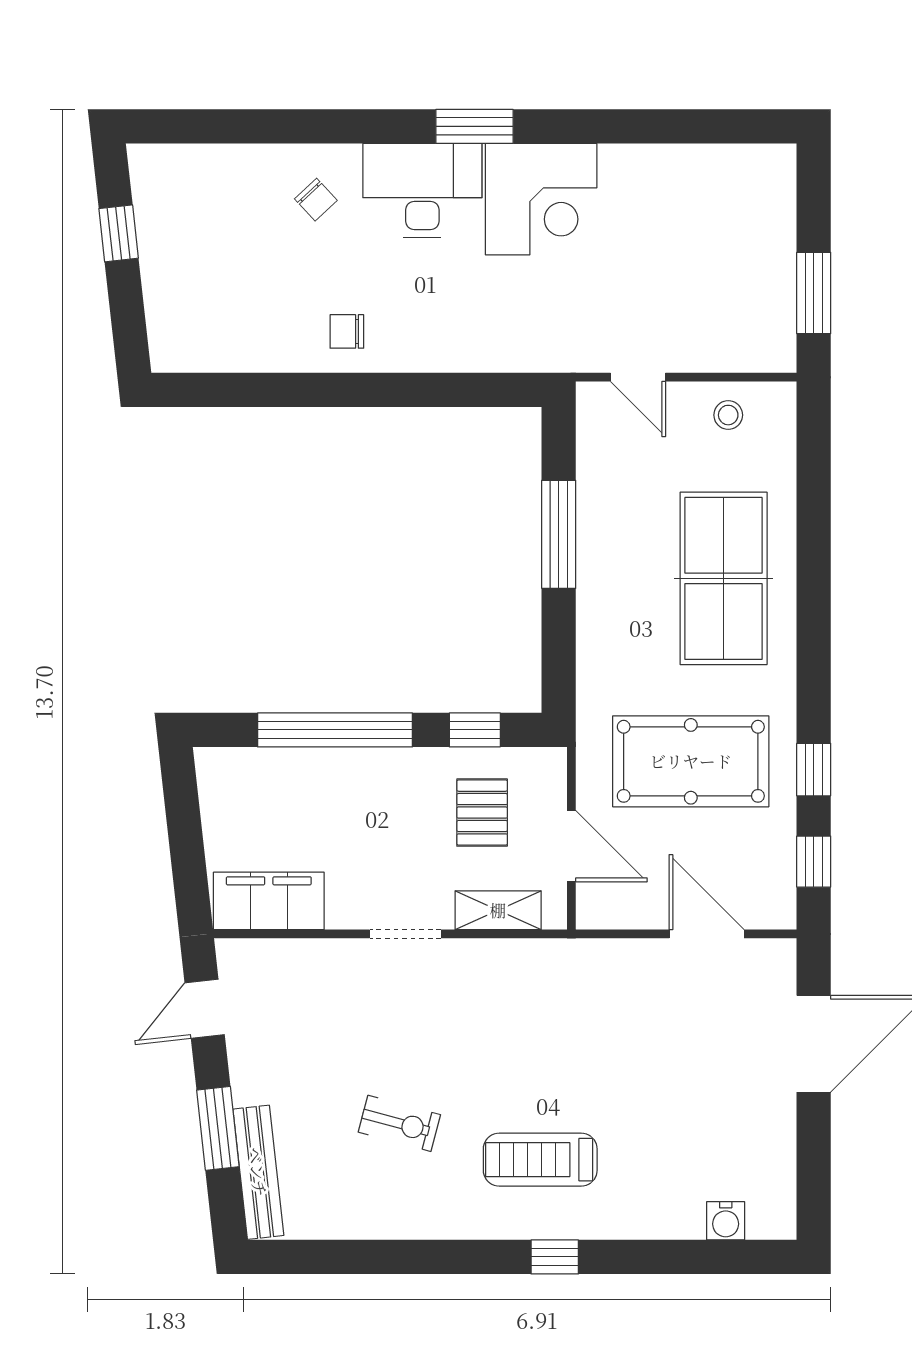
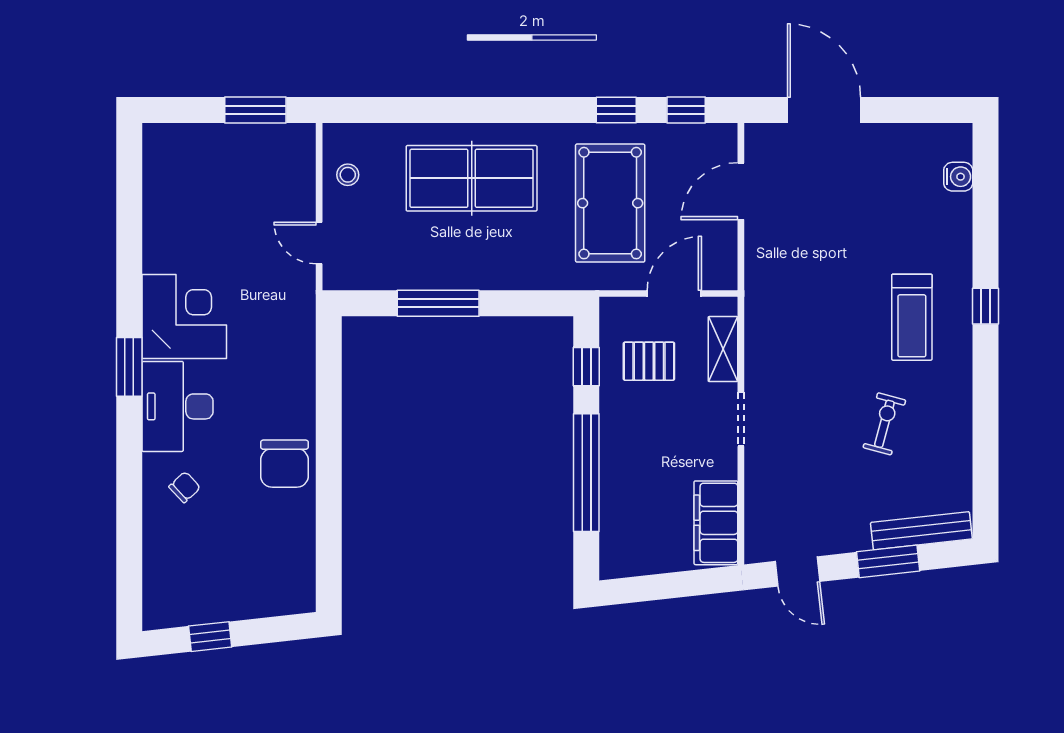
chair: (347, 331) -> (284, 464), width x1.87, depth x1.87
door: (638, 377) -> (319, 243), swing flipped

